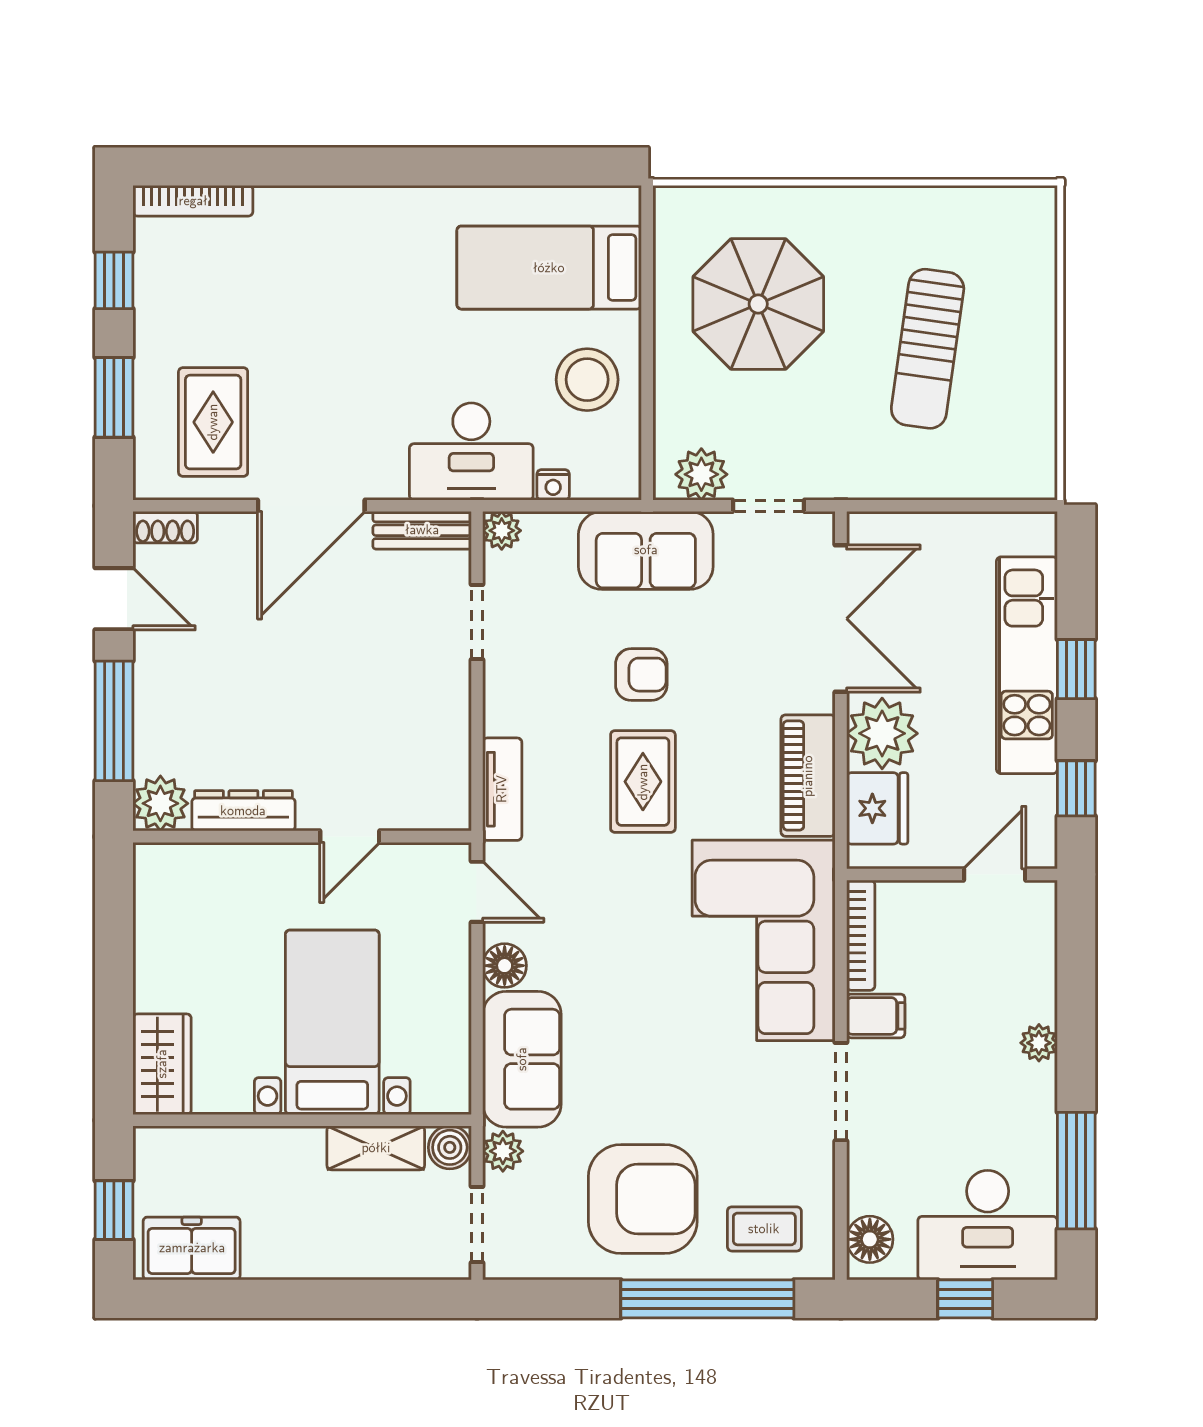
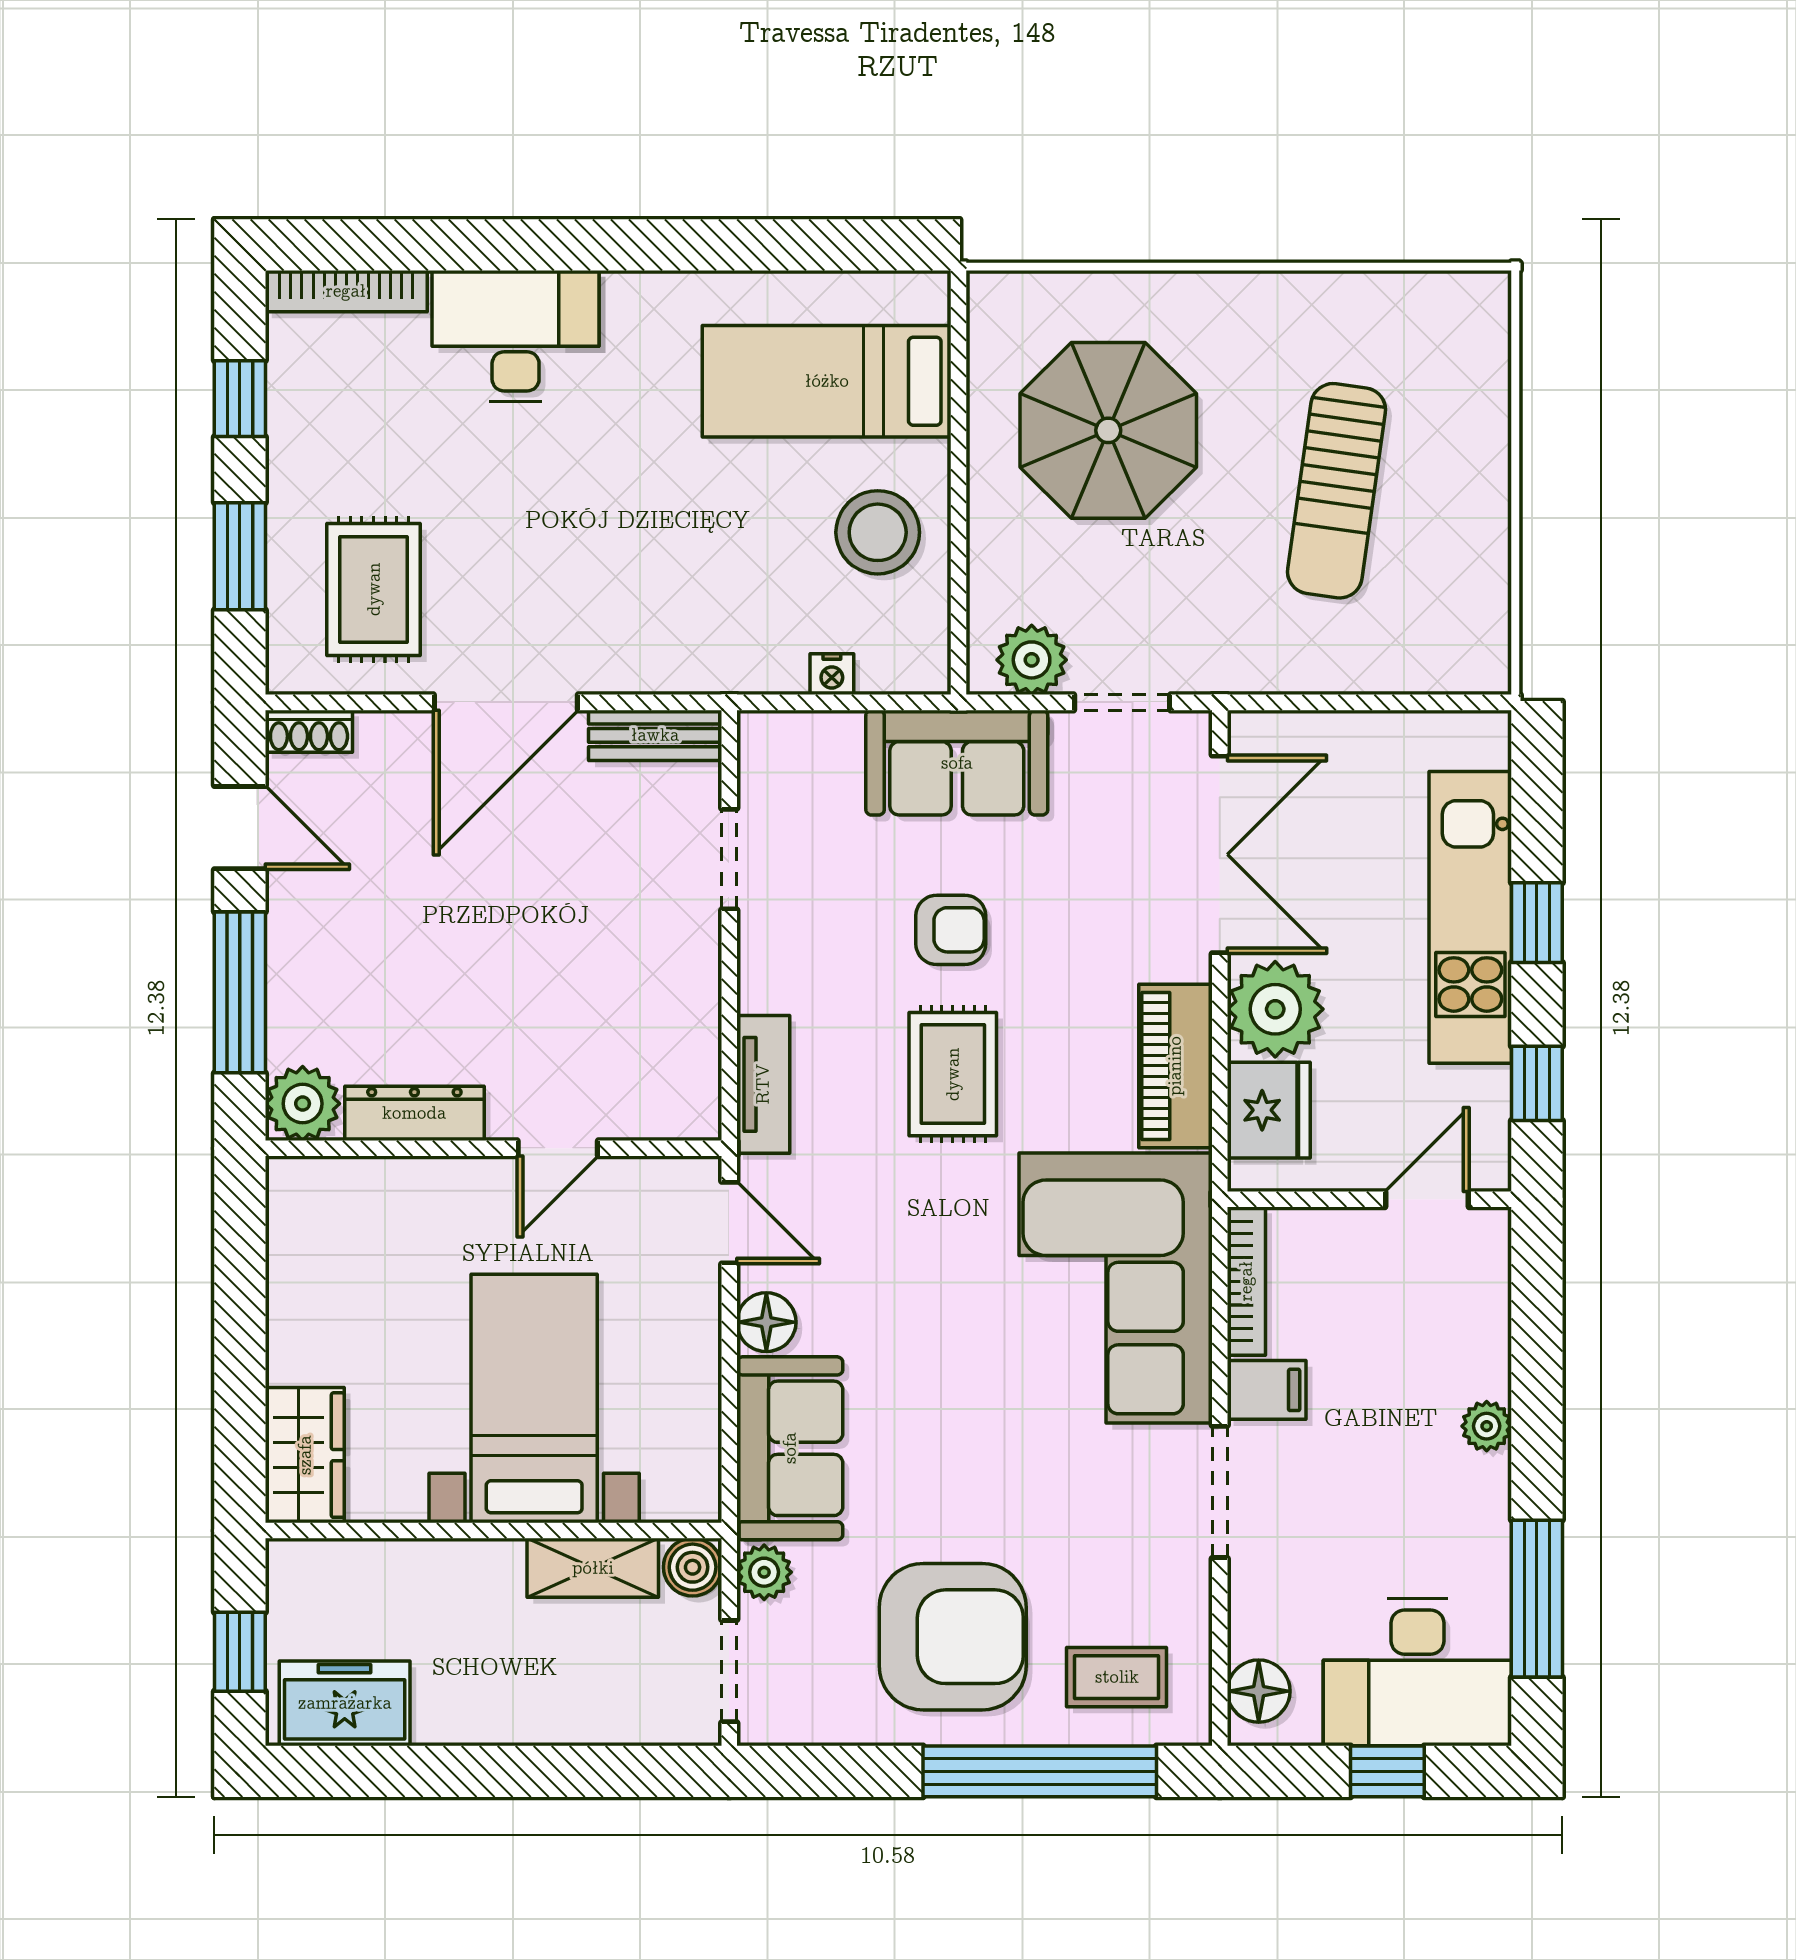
desk: (471, 452) -> (516, 336), moved, turned 180
plant: (502, 531) -> (763, 736), removed

